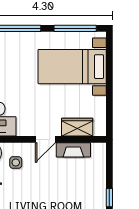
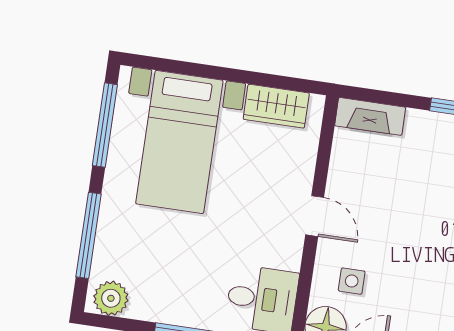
wardrobe: (77, 127) -> (276, 106), moved, turned -90
fireplace: (73, 150) -> (370, 116), moved, turned 90

